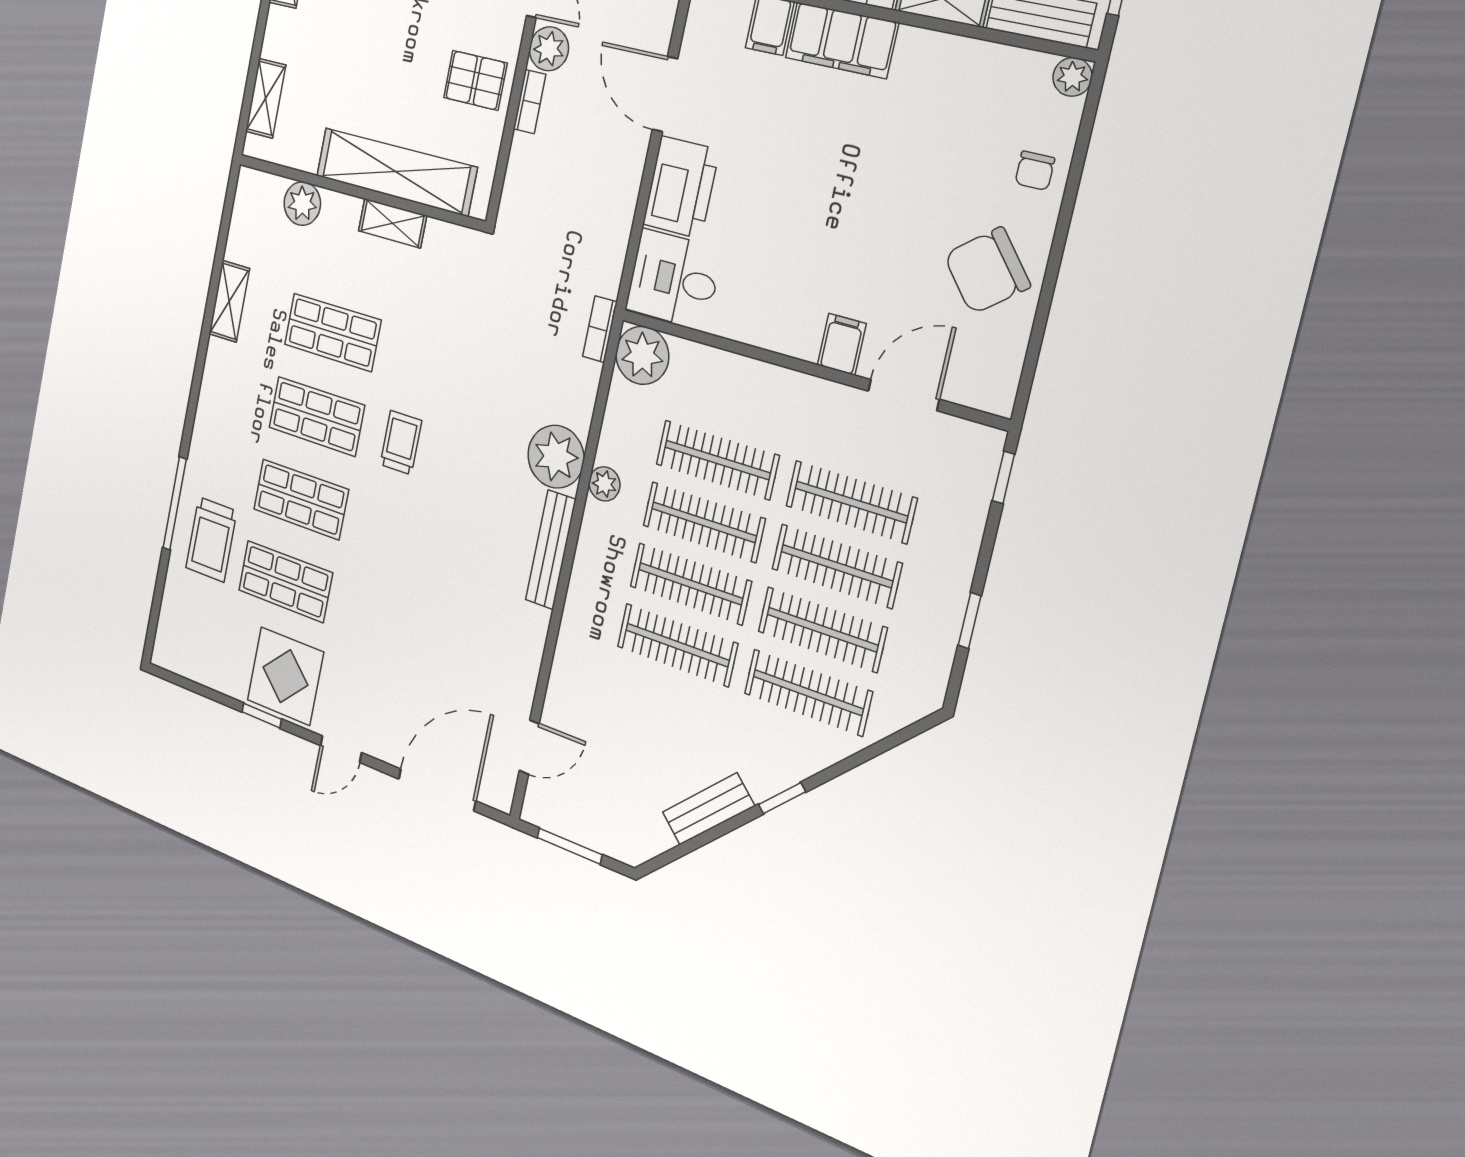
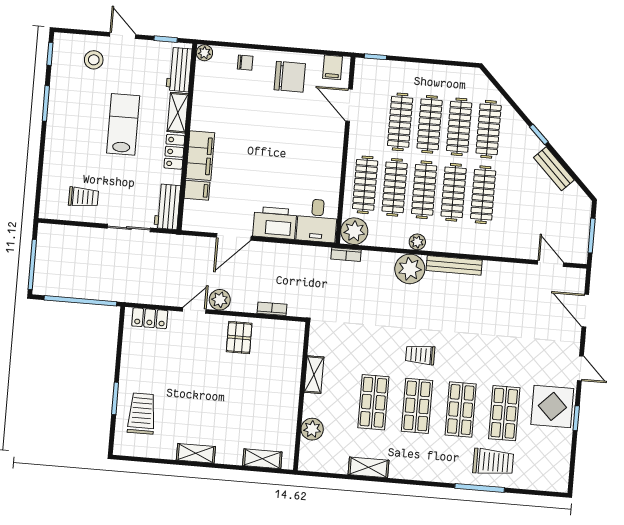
bookcase: (530, 102) -> (272, 309), moved
shelving: (396, 172) -> (289, 376), removed
chair: (987, 271) -> (290, 77), turned -51
filing cabinet: (842, 344) -> (333, 67), moved, turned -90
clothes rail: (731, 397) -> (365, 185), added
window: (970, 621) -> (439, 62), removed
door: (437, 790) -> (585, 311), width x0.73

